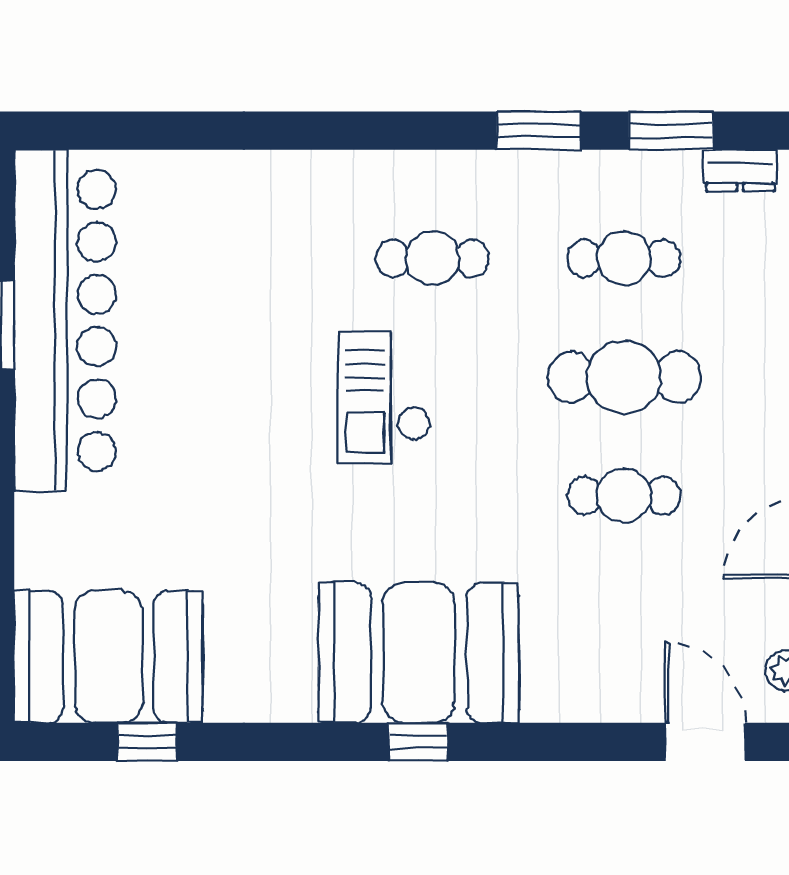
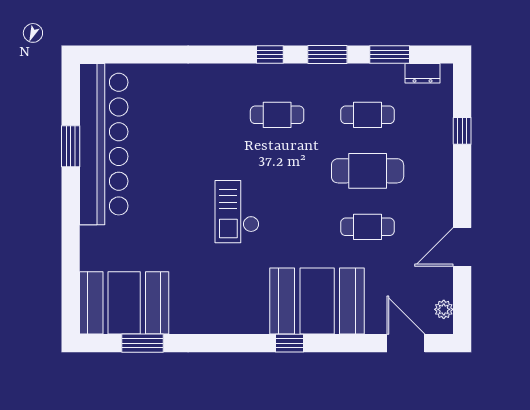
window: (417, 131) -> (270, 55), added
checkout: (384, 397) -> (237, 212), moved
booth: (419, 653) -> (317, 301), moved
window: (147, 742) -> (143, 343), width x1.50
window: (418, 742) -> (289, 343), moved

